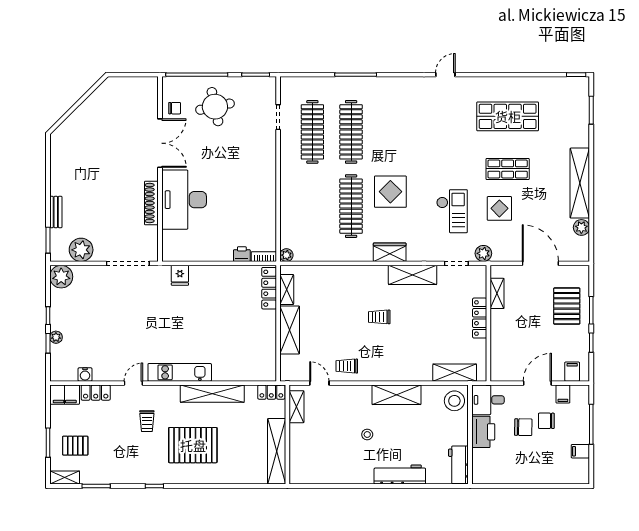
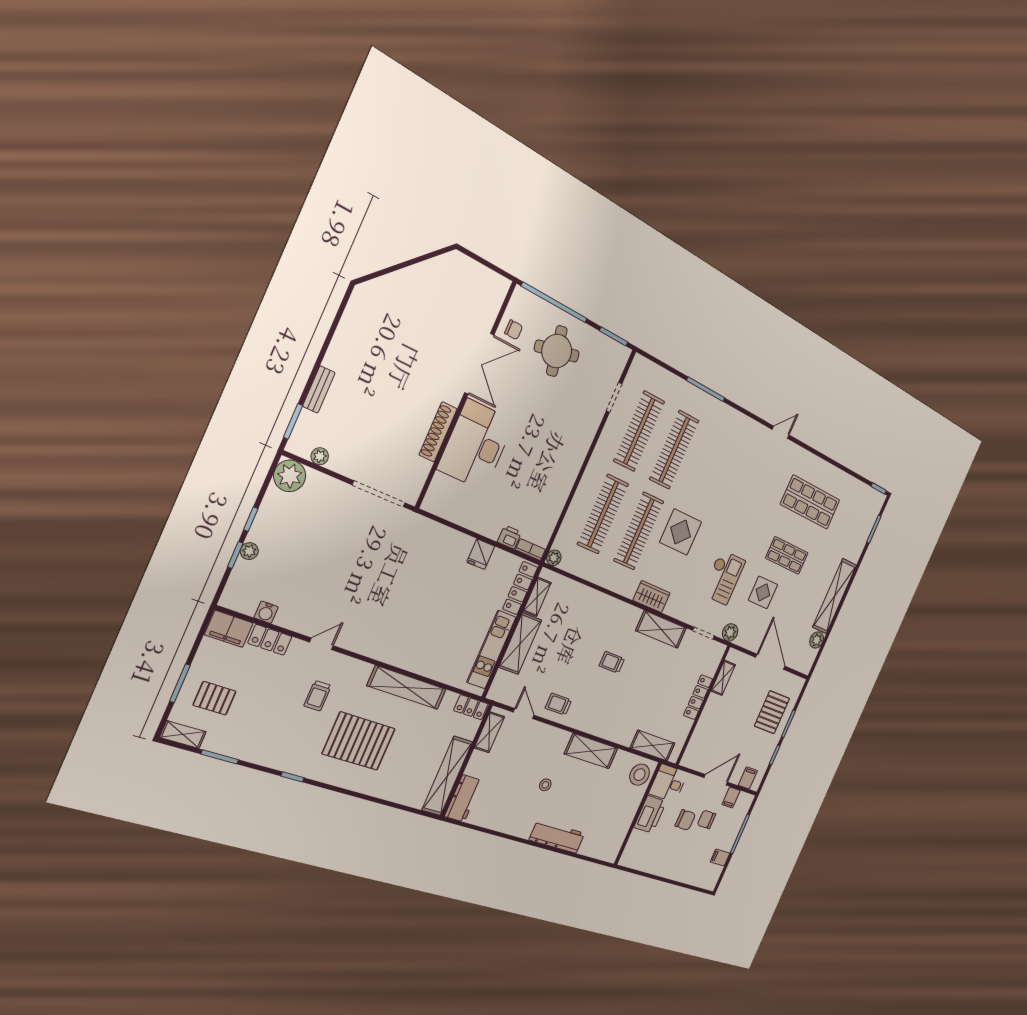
clothes rail: (312, 206) -> (603, 514), added
plant: (81, 250) -> (320, 456), width x0.53, depth x0.53
fridge: (180, 275) -> (481, 554), moved
kitchen unit: (180, 372) -> (491, 650), moved, turned -90
workbench: (458, 465) -> (463, 798), moved, turned 180

